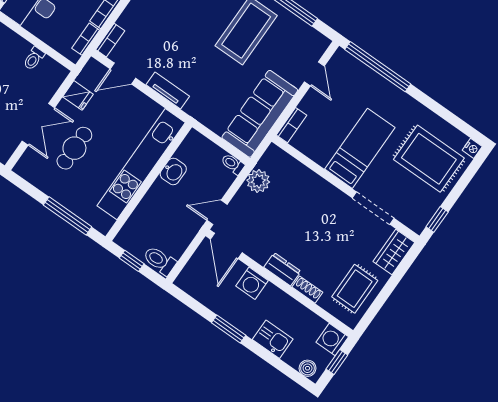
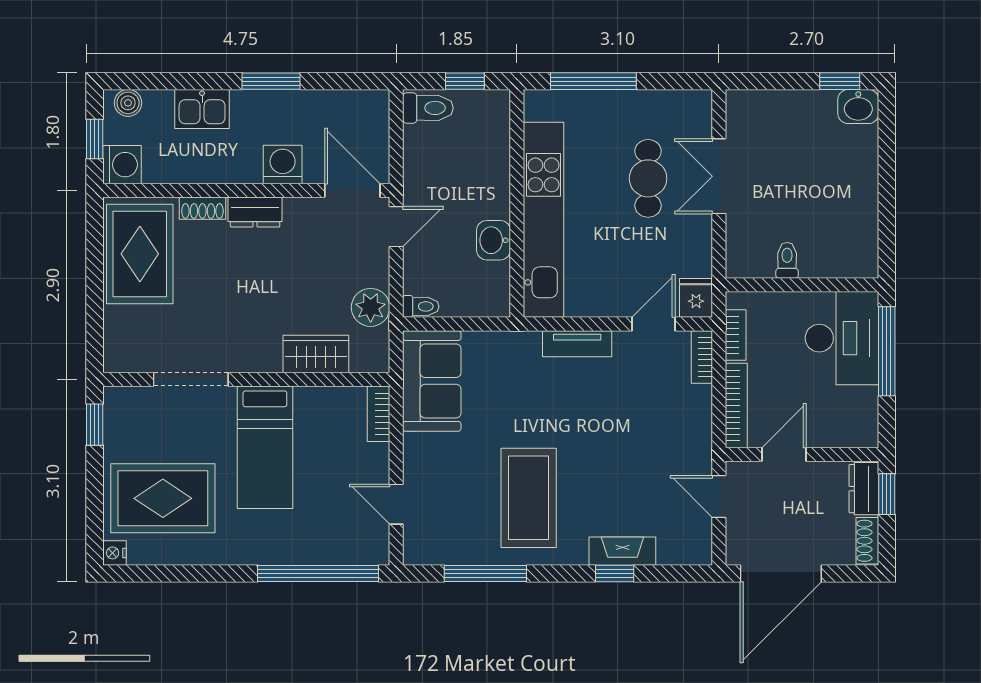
fridge: (78, 95) -> (696, 298), moved, turned 90
sofa: (260, 114) -> (432, 381), width x0.73
wardrobe: (394, 252) -> (316, 354), moved, turned -90
rug: (355, 289) -> (140, 254), width x1.36, depth x1.43

